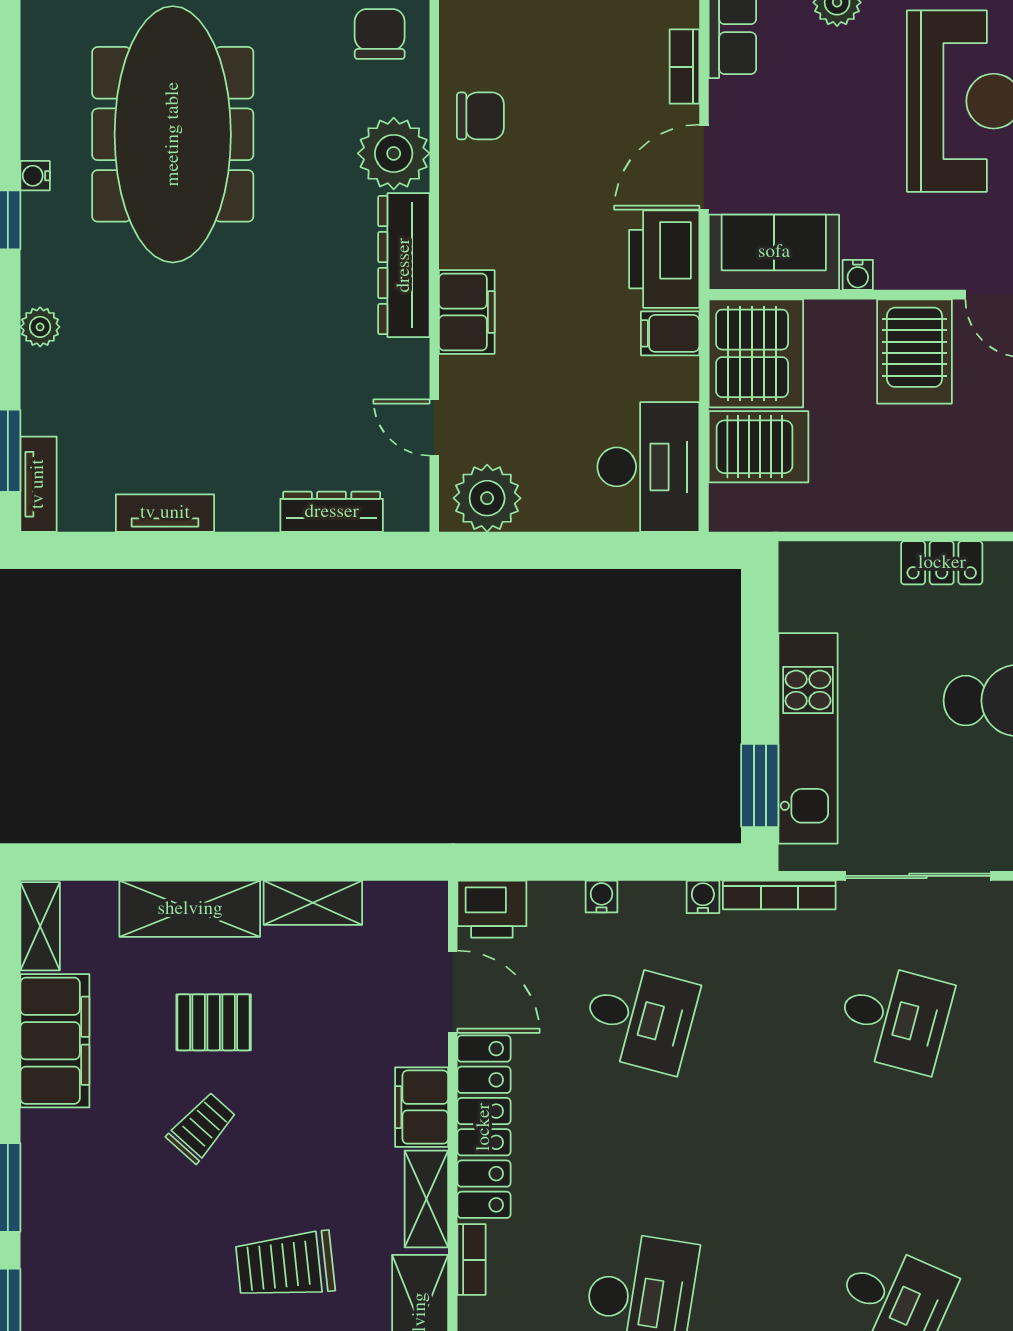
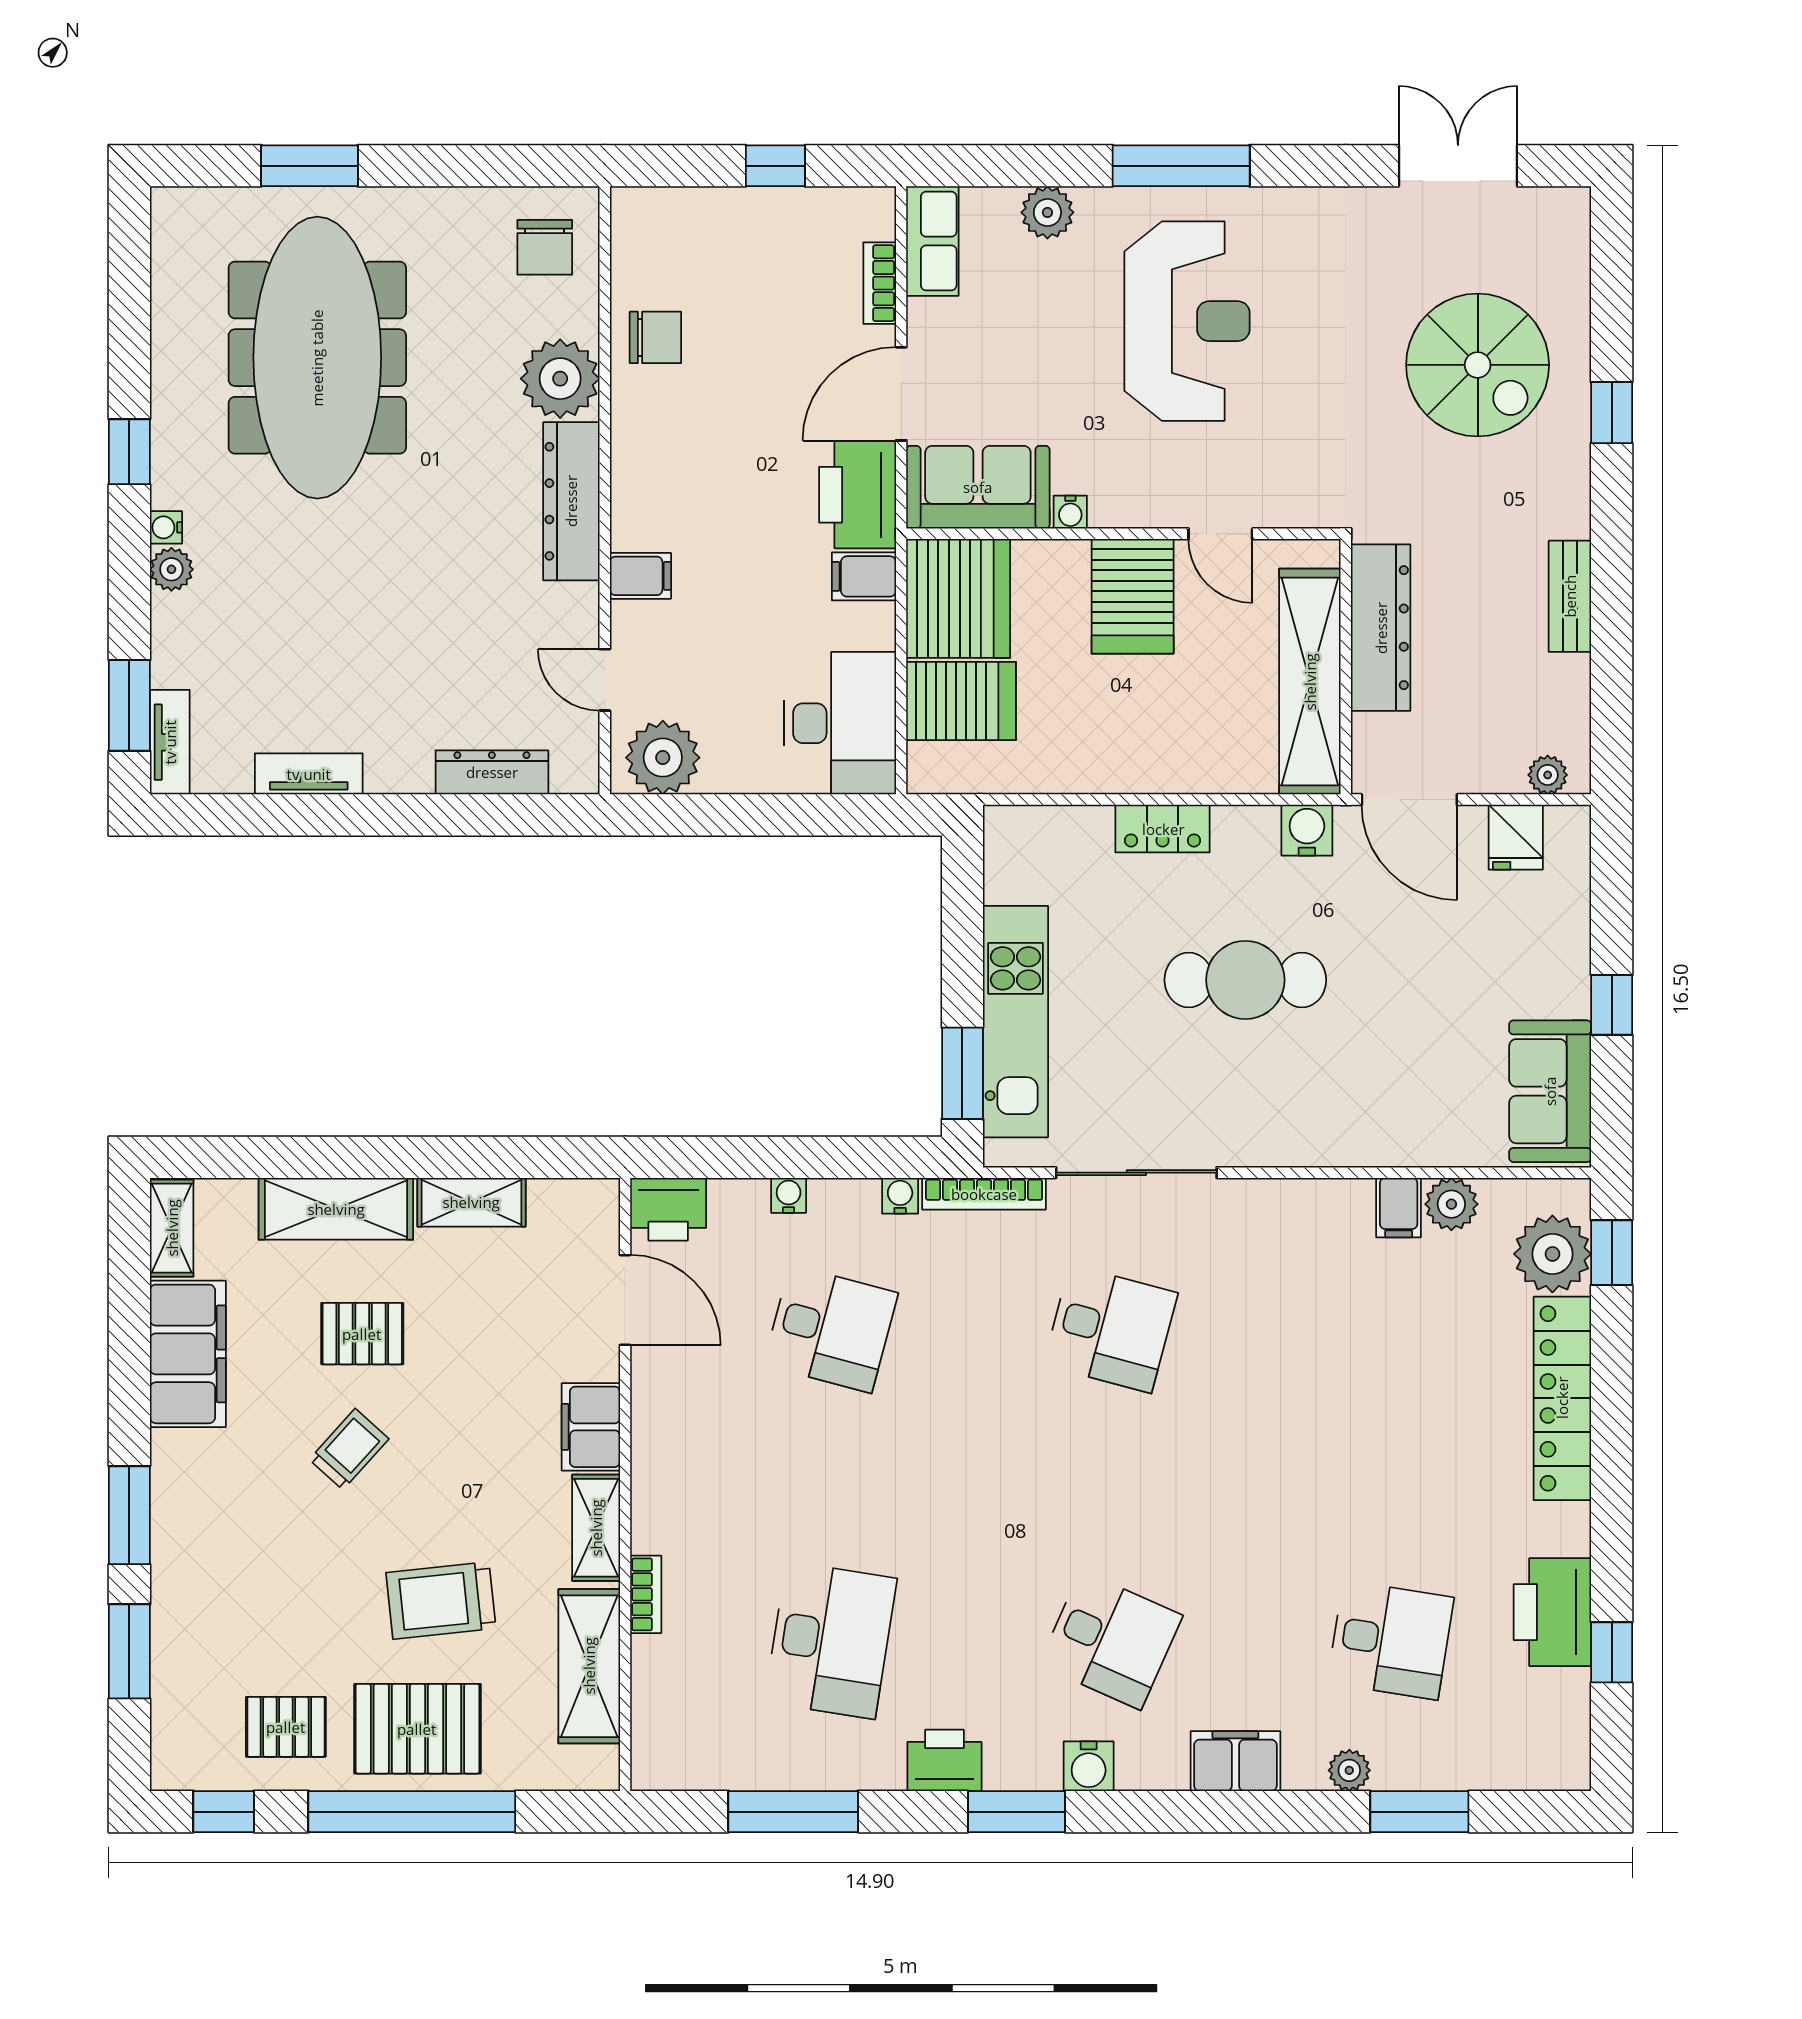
chair: (380, 34) -> (545, 247), turned 180
water cooler: (35, 176) -> (166, 527), moved
filing cabinet: (467, 312) -> (640, 576), width x0.50
locker: (484, 1127) -> (659, 1448), removed

